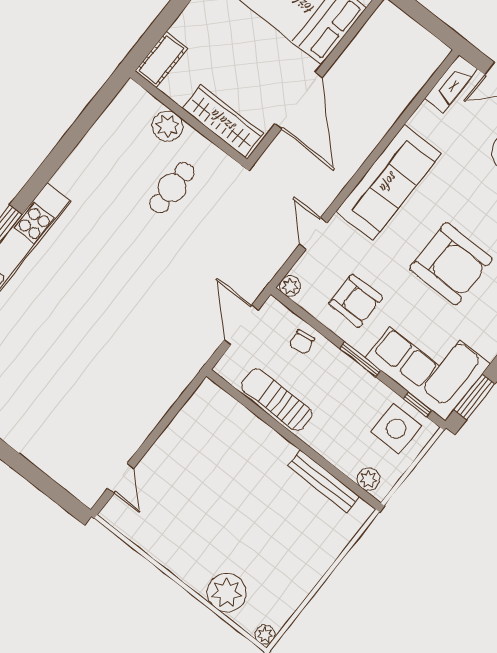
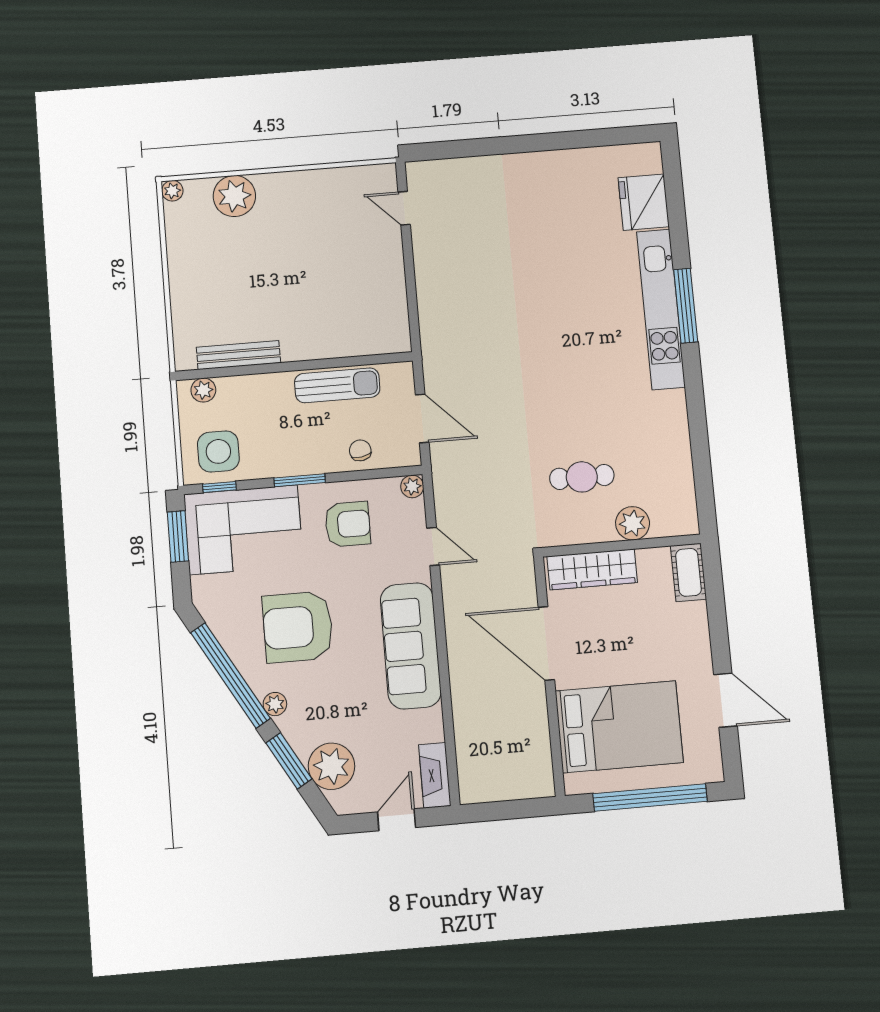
cafe table: (172, 188) -> (582, 477), turned 90
armchair: (356, 301) -> (348, 524), turned 180

